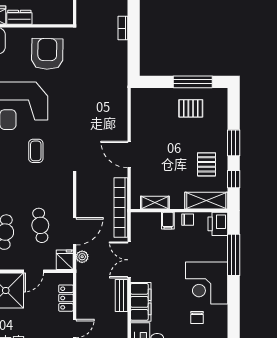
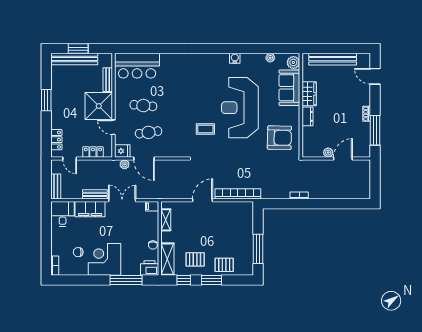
pallet: (191, 108) -> (224, 265), moved, turned 90
bookcase: (121, 207) -> (238, 194), moved
filing cabinet: (168, 221) -> (152, 206), moved

